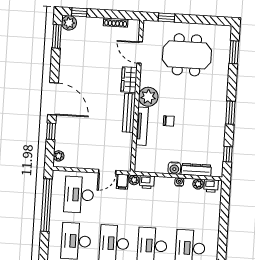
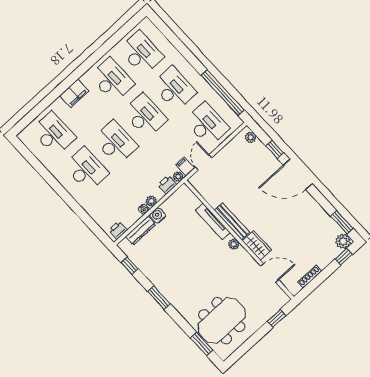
meeting table: (187, 55) -> (222, 321), moved
plant: (148, 97) -> (234, 244), width x0.53, depth x0.53
chair: (169, 121) -> (197, 245), removed
plant: (198, 184) -> (151, 201), moved

